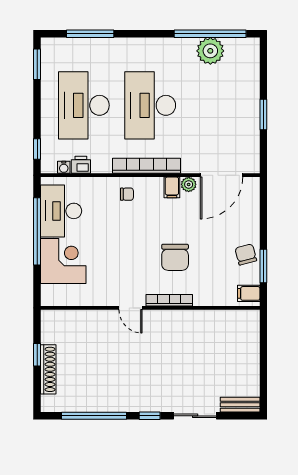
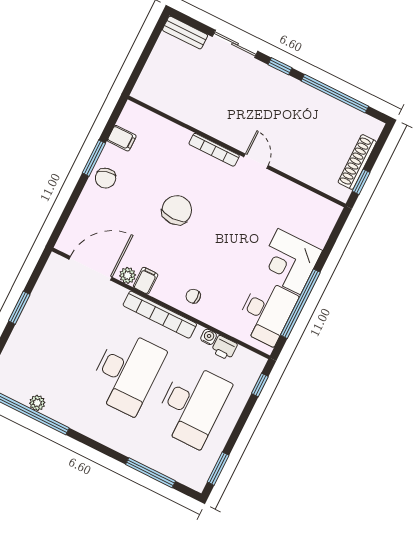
plant: (210, 51) -> (37, 403), width x0.53, depth x0.53
water cooler: (64, 167) -> (209, 337), moved
bookcase: (169, 300) -> (214, 150), moved
door: (131, 308) -> (256, 161), moved
wall: (150, 308) -> (237, 152), moved

